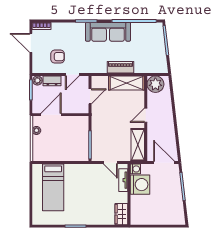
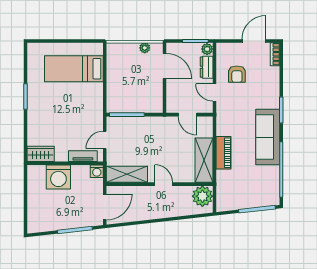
washing machine: (140, 185) -> (58, 177), moved

